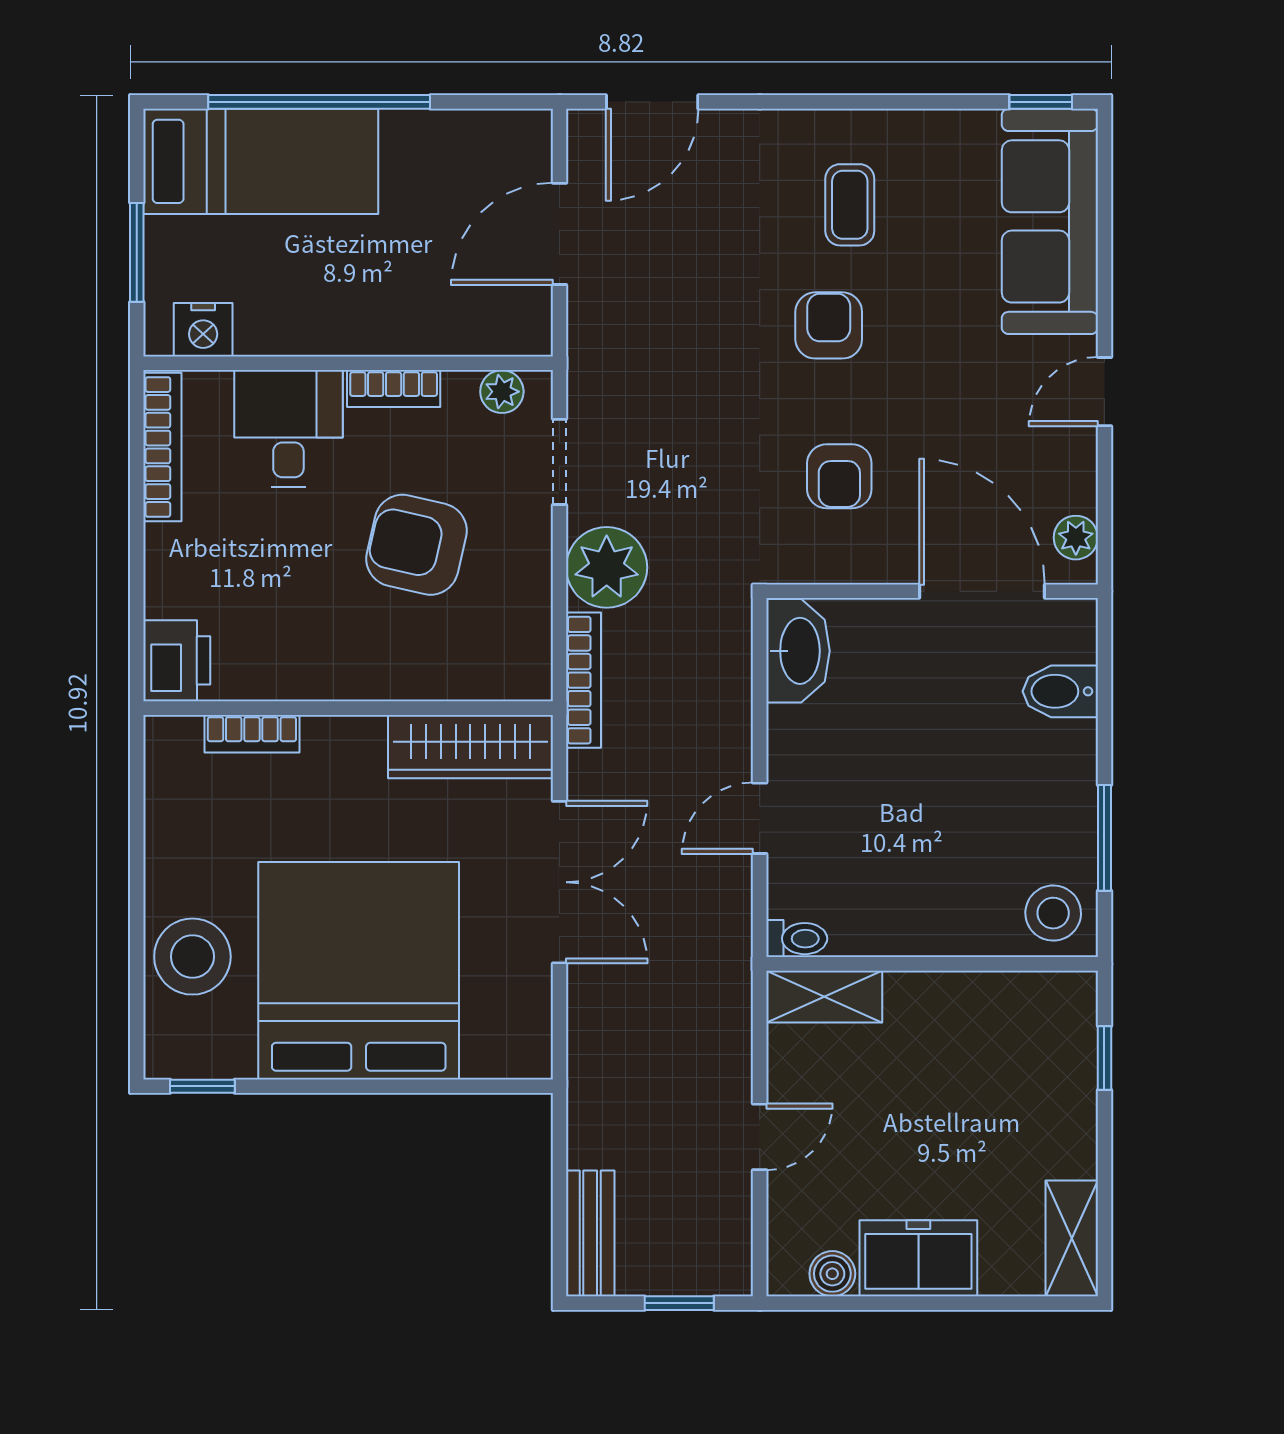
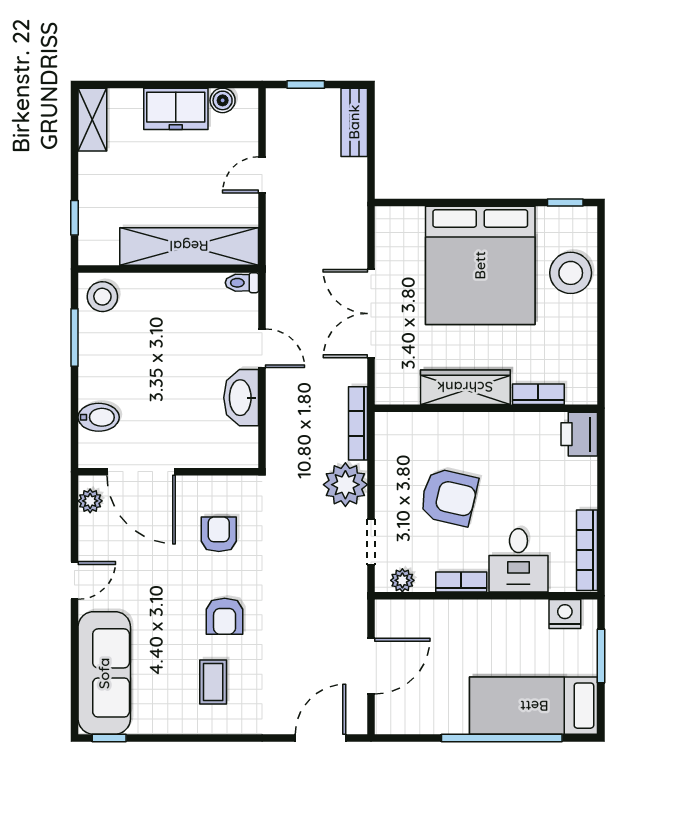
washbasin: (798, 651) -> (241, 398), moved
wardrobe: (470, 747) -> (465, 387), moved
door: (760, 818) -> (262, 348), hinge flipped
shelving: (824, 997) -> (189, 246), width x2.20, depth x1.33

